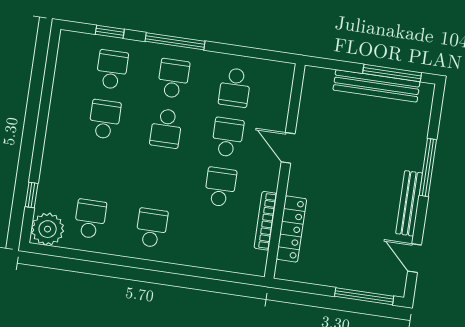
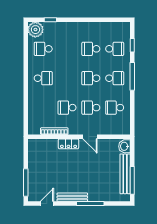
washbasin: (319, 79) -> (124, 146), added
school desk: (105, 119) -> (91, 49), turned 180
school desk: (228, 137) -> (91, 108), turned 180
door: (288, 148) -> (90, 137), swing flipped
school desk: (220, 187) -> (67, 108), turned 180
school desk: (90, 219) -> (43, 49), turned 180
locker: (291, 229) -> (68, 144), moved, width x0.66

